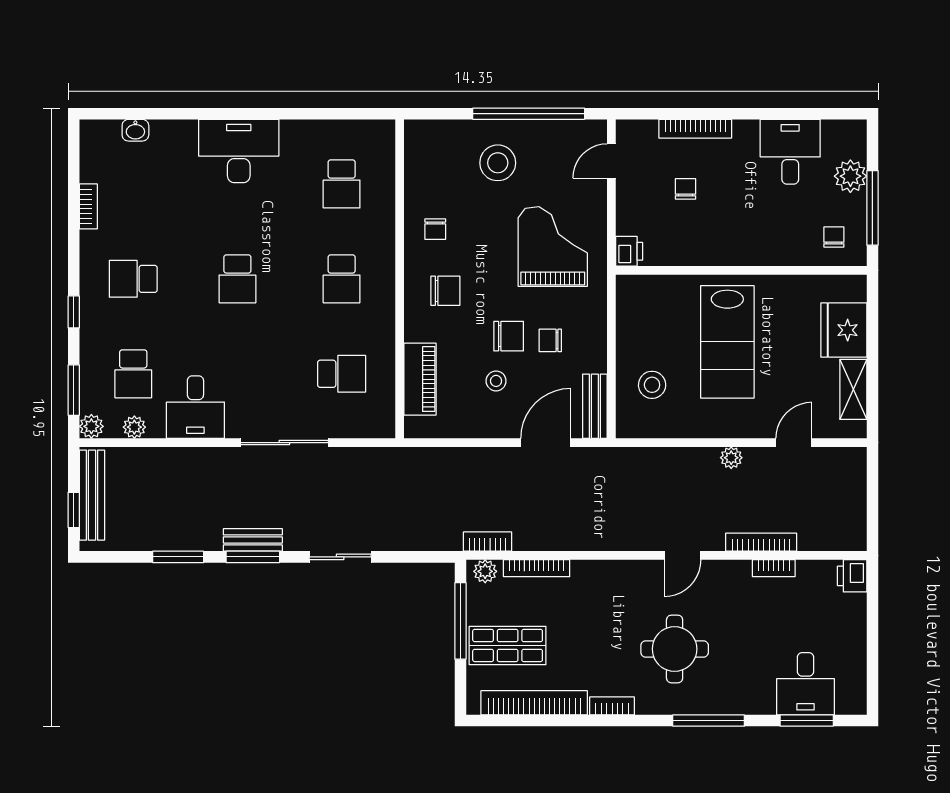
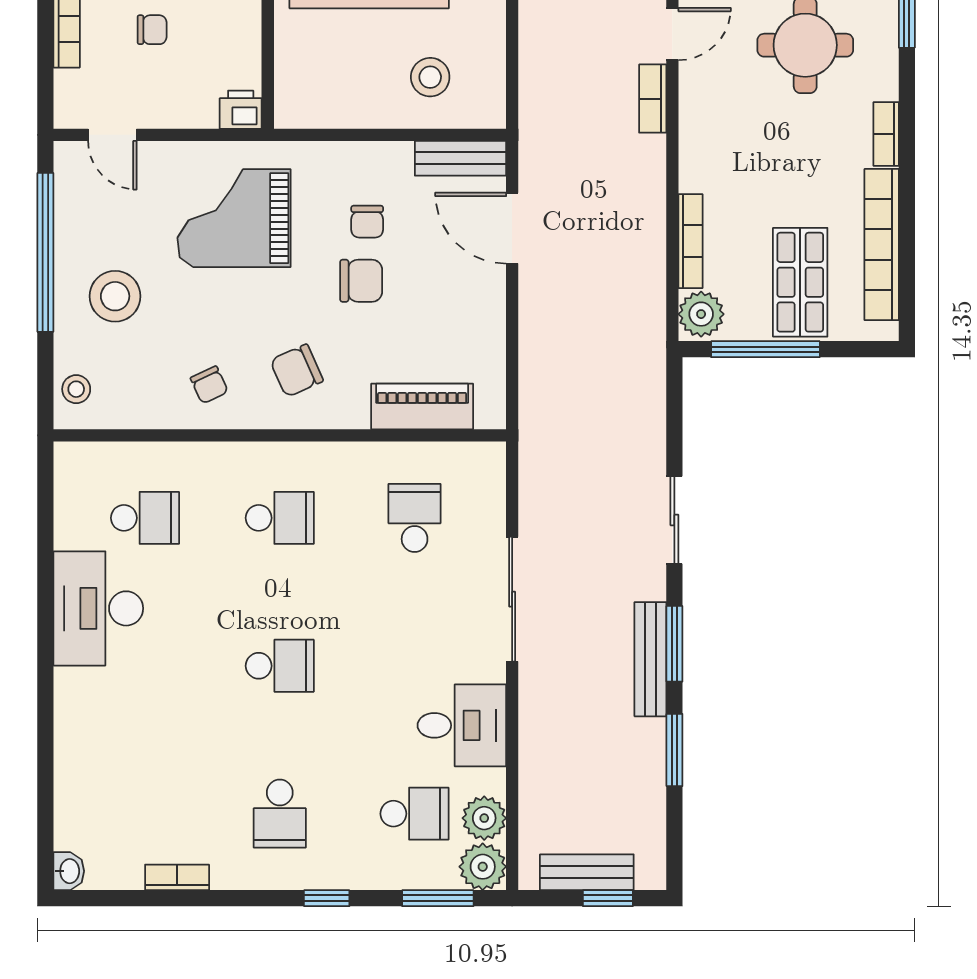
washbasin: (135, 130) -> (69, 871), moved
desk: (239, 151) -> (98, 608), moved
chair: (686, 189) -> (152, 30), turned 180
chair: (435, 229) -> (209, 385), turned 65
chair: (445, 291) -> (297, 371), turned -114
chair: (509, 336) -> (361, 281), turned 90
stool: (496, 381) -> (76, 389), moved
plant: (91, 426) -> (483, 867), width x1.38, depth x1.38
plant: (134, 427) -> (484, 818), width x1.38, depth x1.38
bench: (92, 495) -> (587, 872), width x0.73
bench: (253, 540) -> (650, 659), width x1.36
bookcase: (488, 542) -> (653, 99), moved
door: (682, 555) -> (672, 34), hinge flipped
plant: (485, 571) -> (701, 314), width x1.38, depth x1.38

